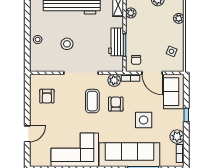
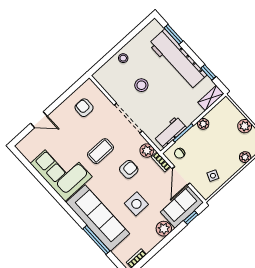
plant: (131, 13) -> (203, 124), moved
workbench: (116, 42) -> (170, 132), moved
armchair: (47, 96) -> (84, 108), turned 90
coffee table: (92, 101) -> (100, 151), moved
window: (186, 115) -> (191, 218), moved
plant: (177, 137) -> (164, 229), moved

